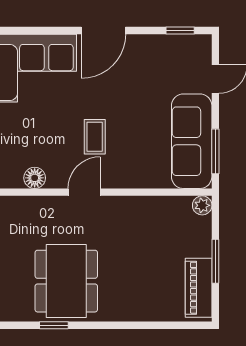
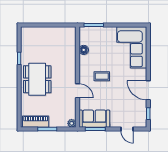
door: (103, 31) -> (148, 90), moved
sofa: (192, 141) -> (94, 119), width x0.73
door: (84, 192) -> (77, 91), moved
dining table: (66, 281) -> (37, 79), moved, turned 90

